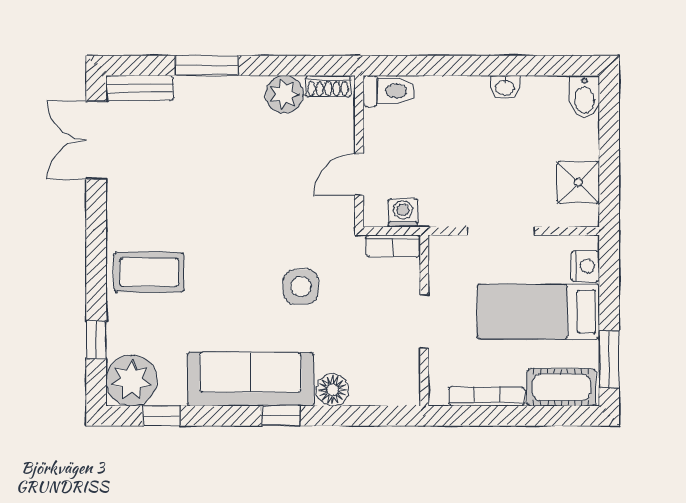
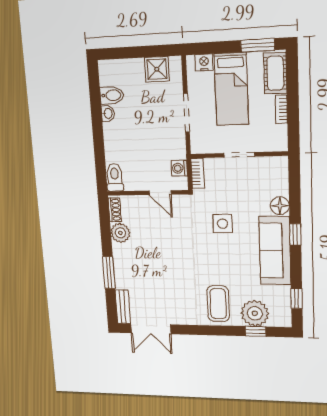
bidet: (584, 97) -> (112, 95), moved
plant: (131, 380) -> (255, 313), moved
bookcase: (487, 396) -> (281, 109), width x0.64

